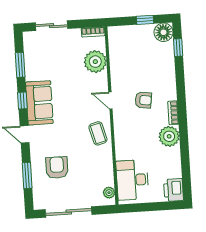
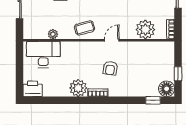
plant: (109, 193) -> (53, 34), moved

